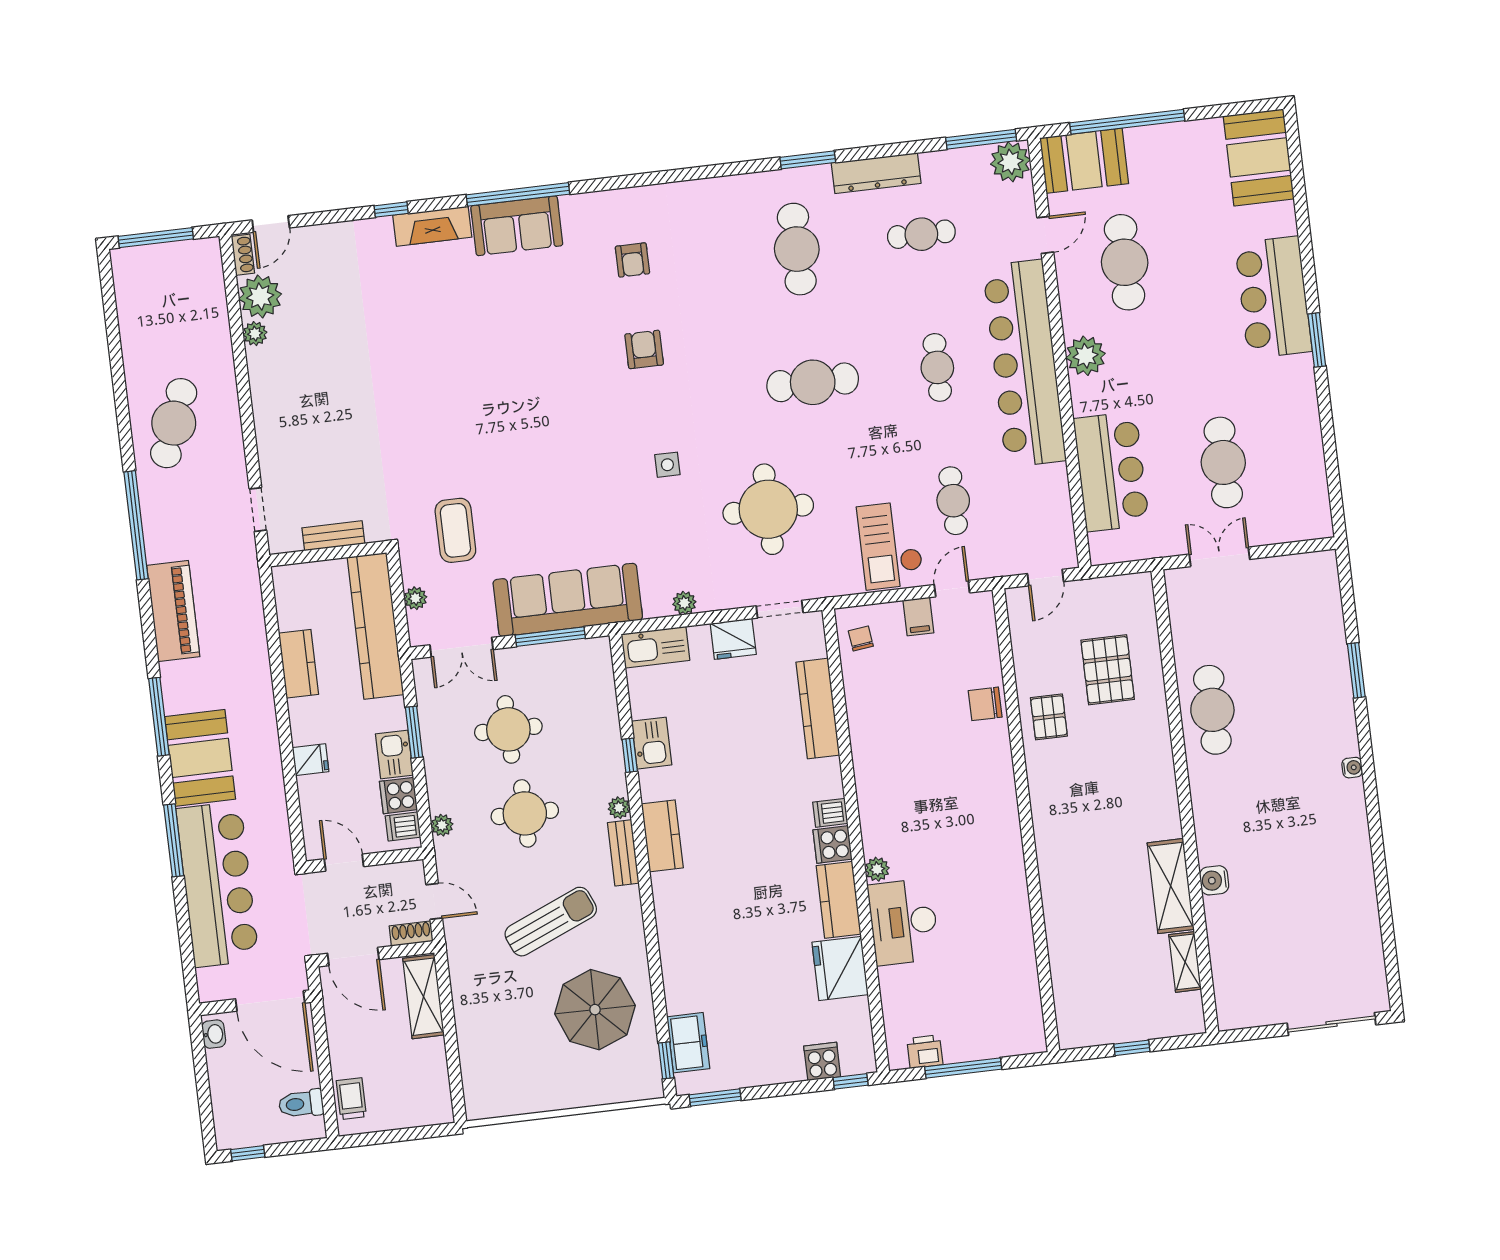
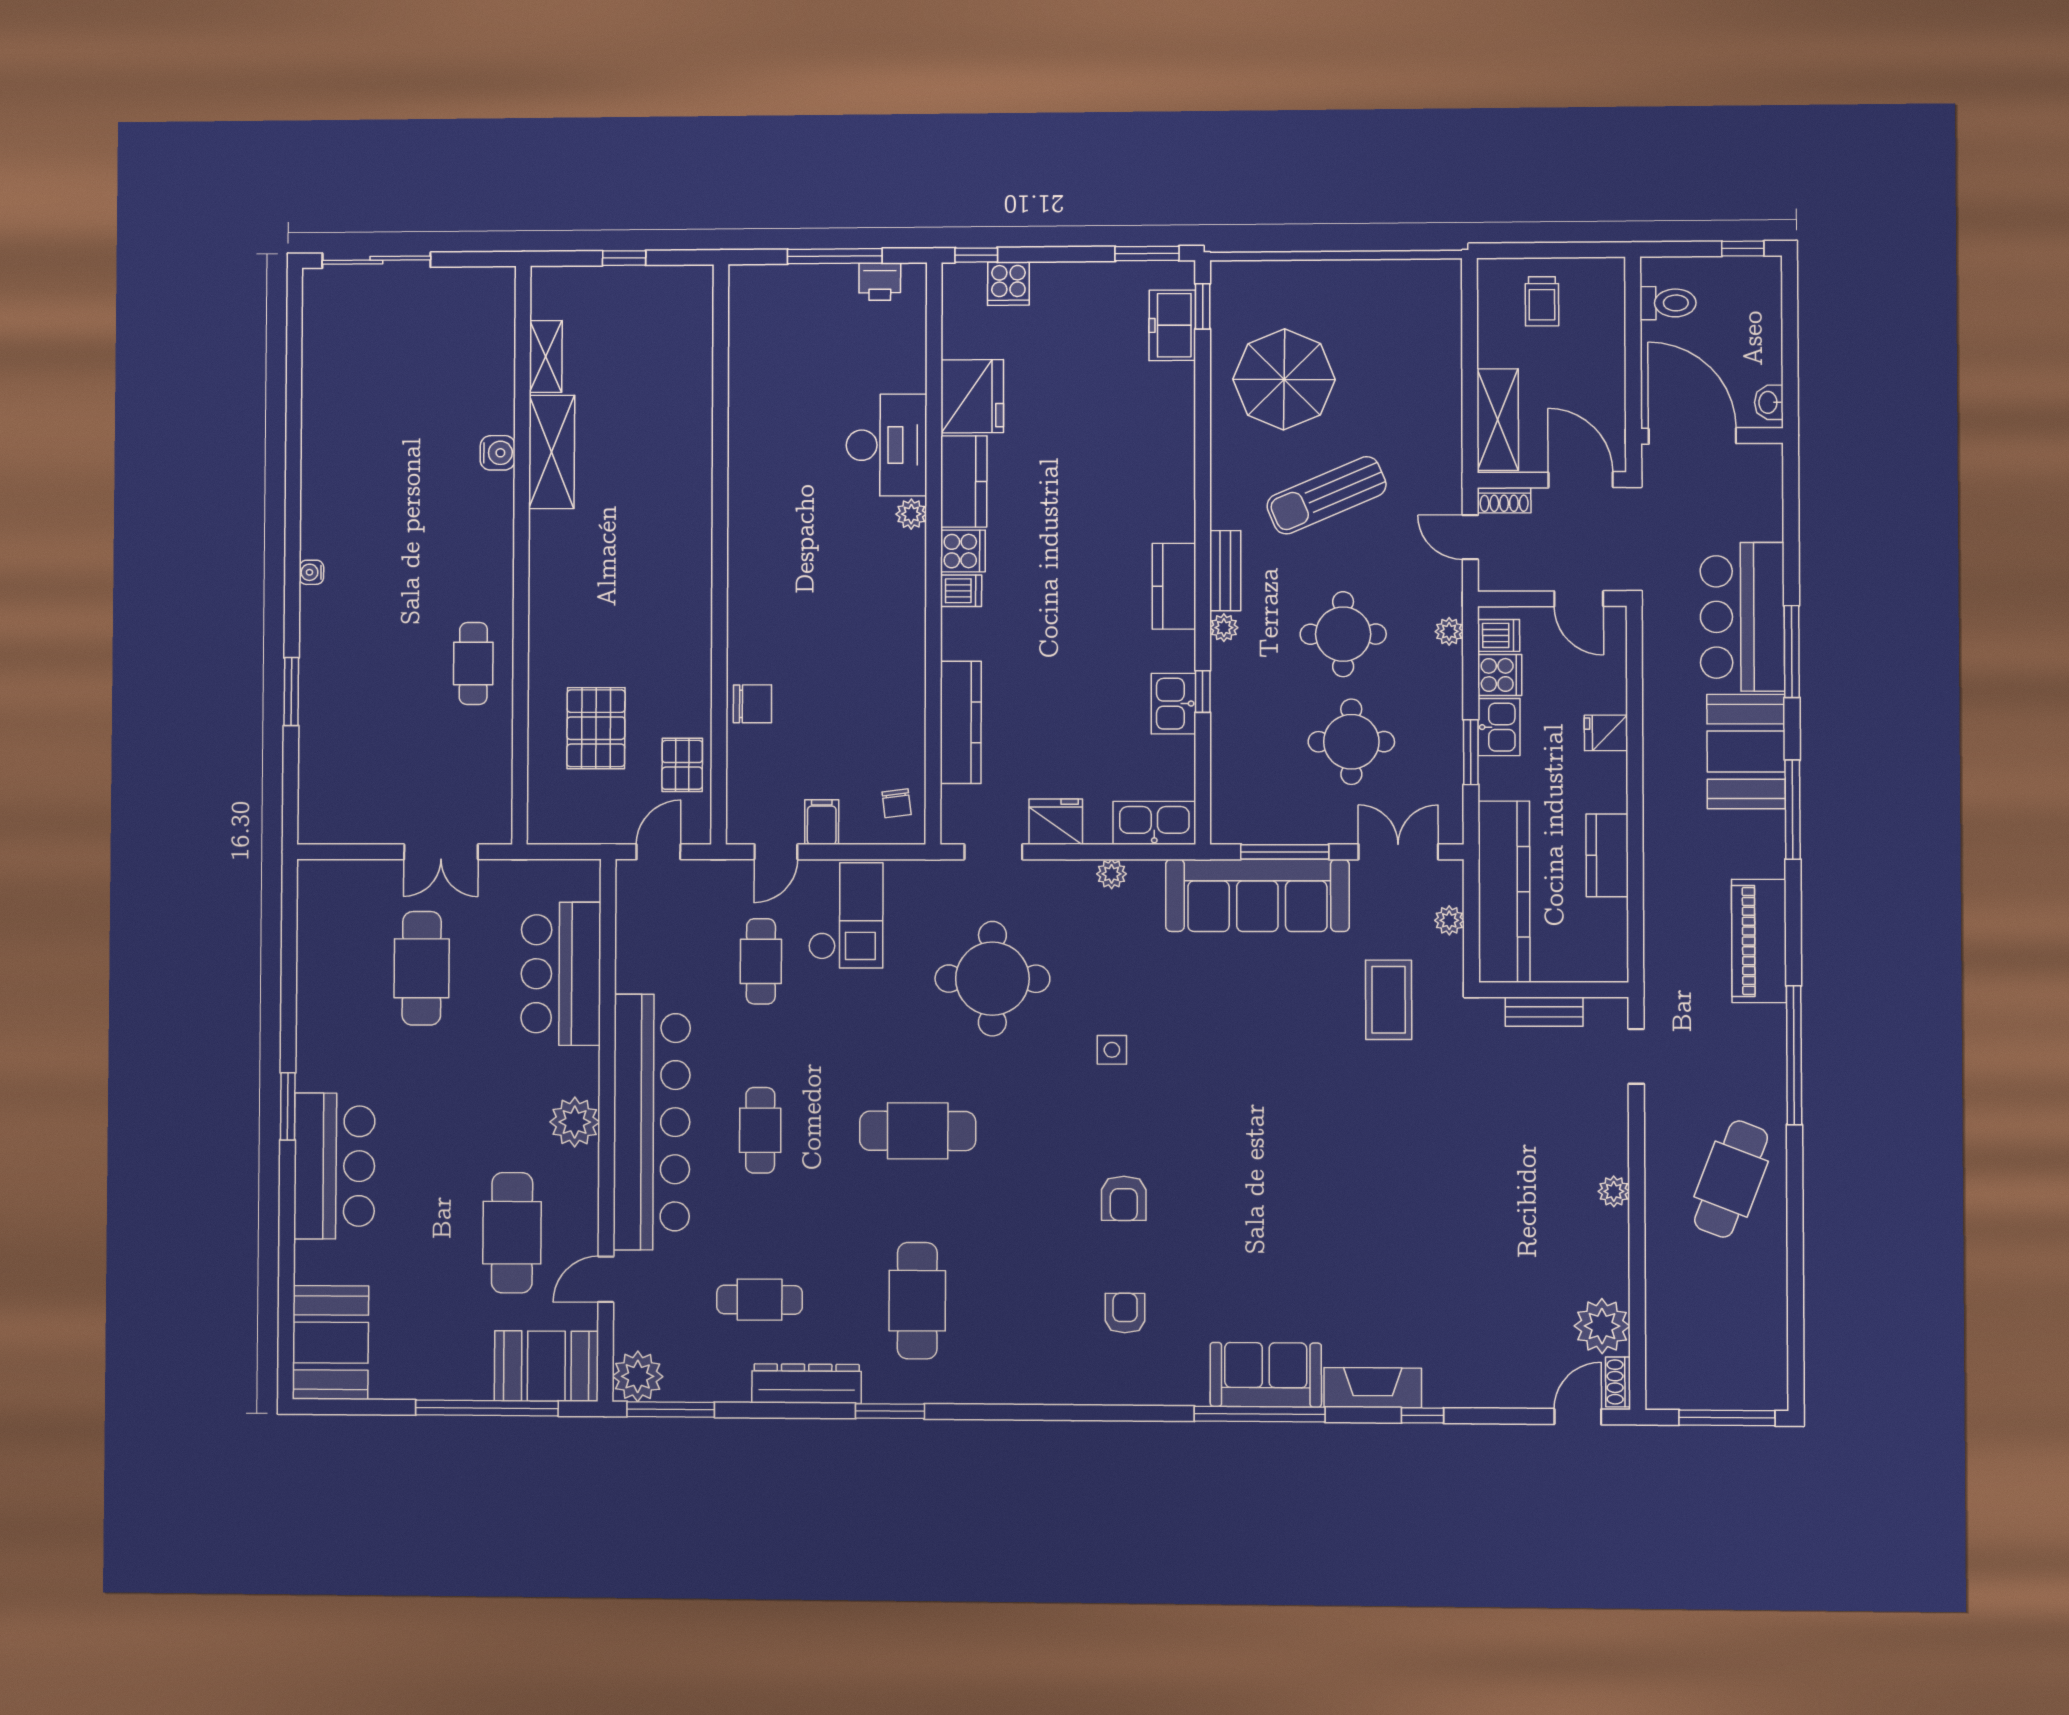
plant: (255, 334) -> (1614, 1191), moved
cafe table: (1212, 710) -> (473, 663), width x0.73, depth x0.74
pallet: (1049, 717) -> (682, 765), moved
bar counter: (218, 884) -> (1742, 617), width x0.73
trolley: (351, 1099) -> (1542, 301), moved

